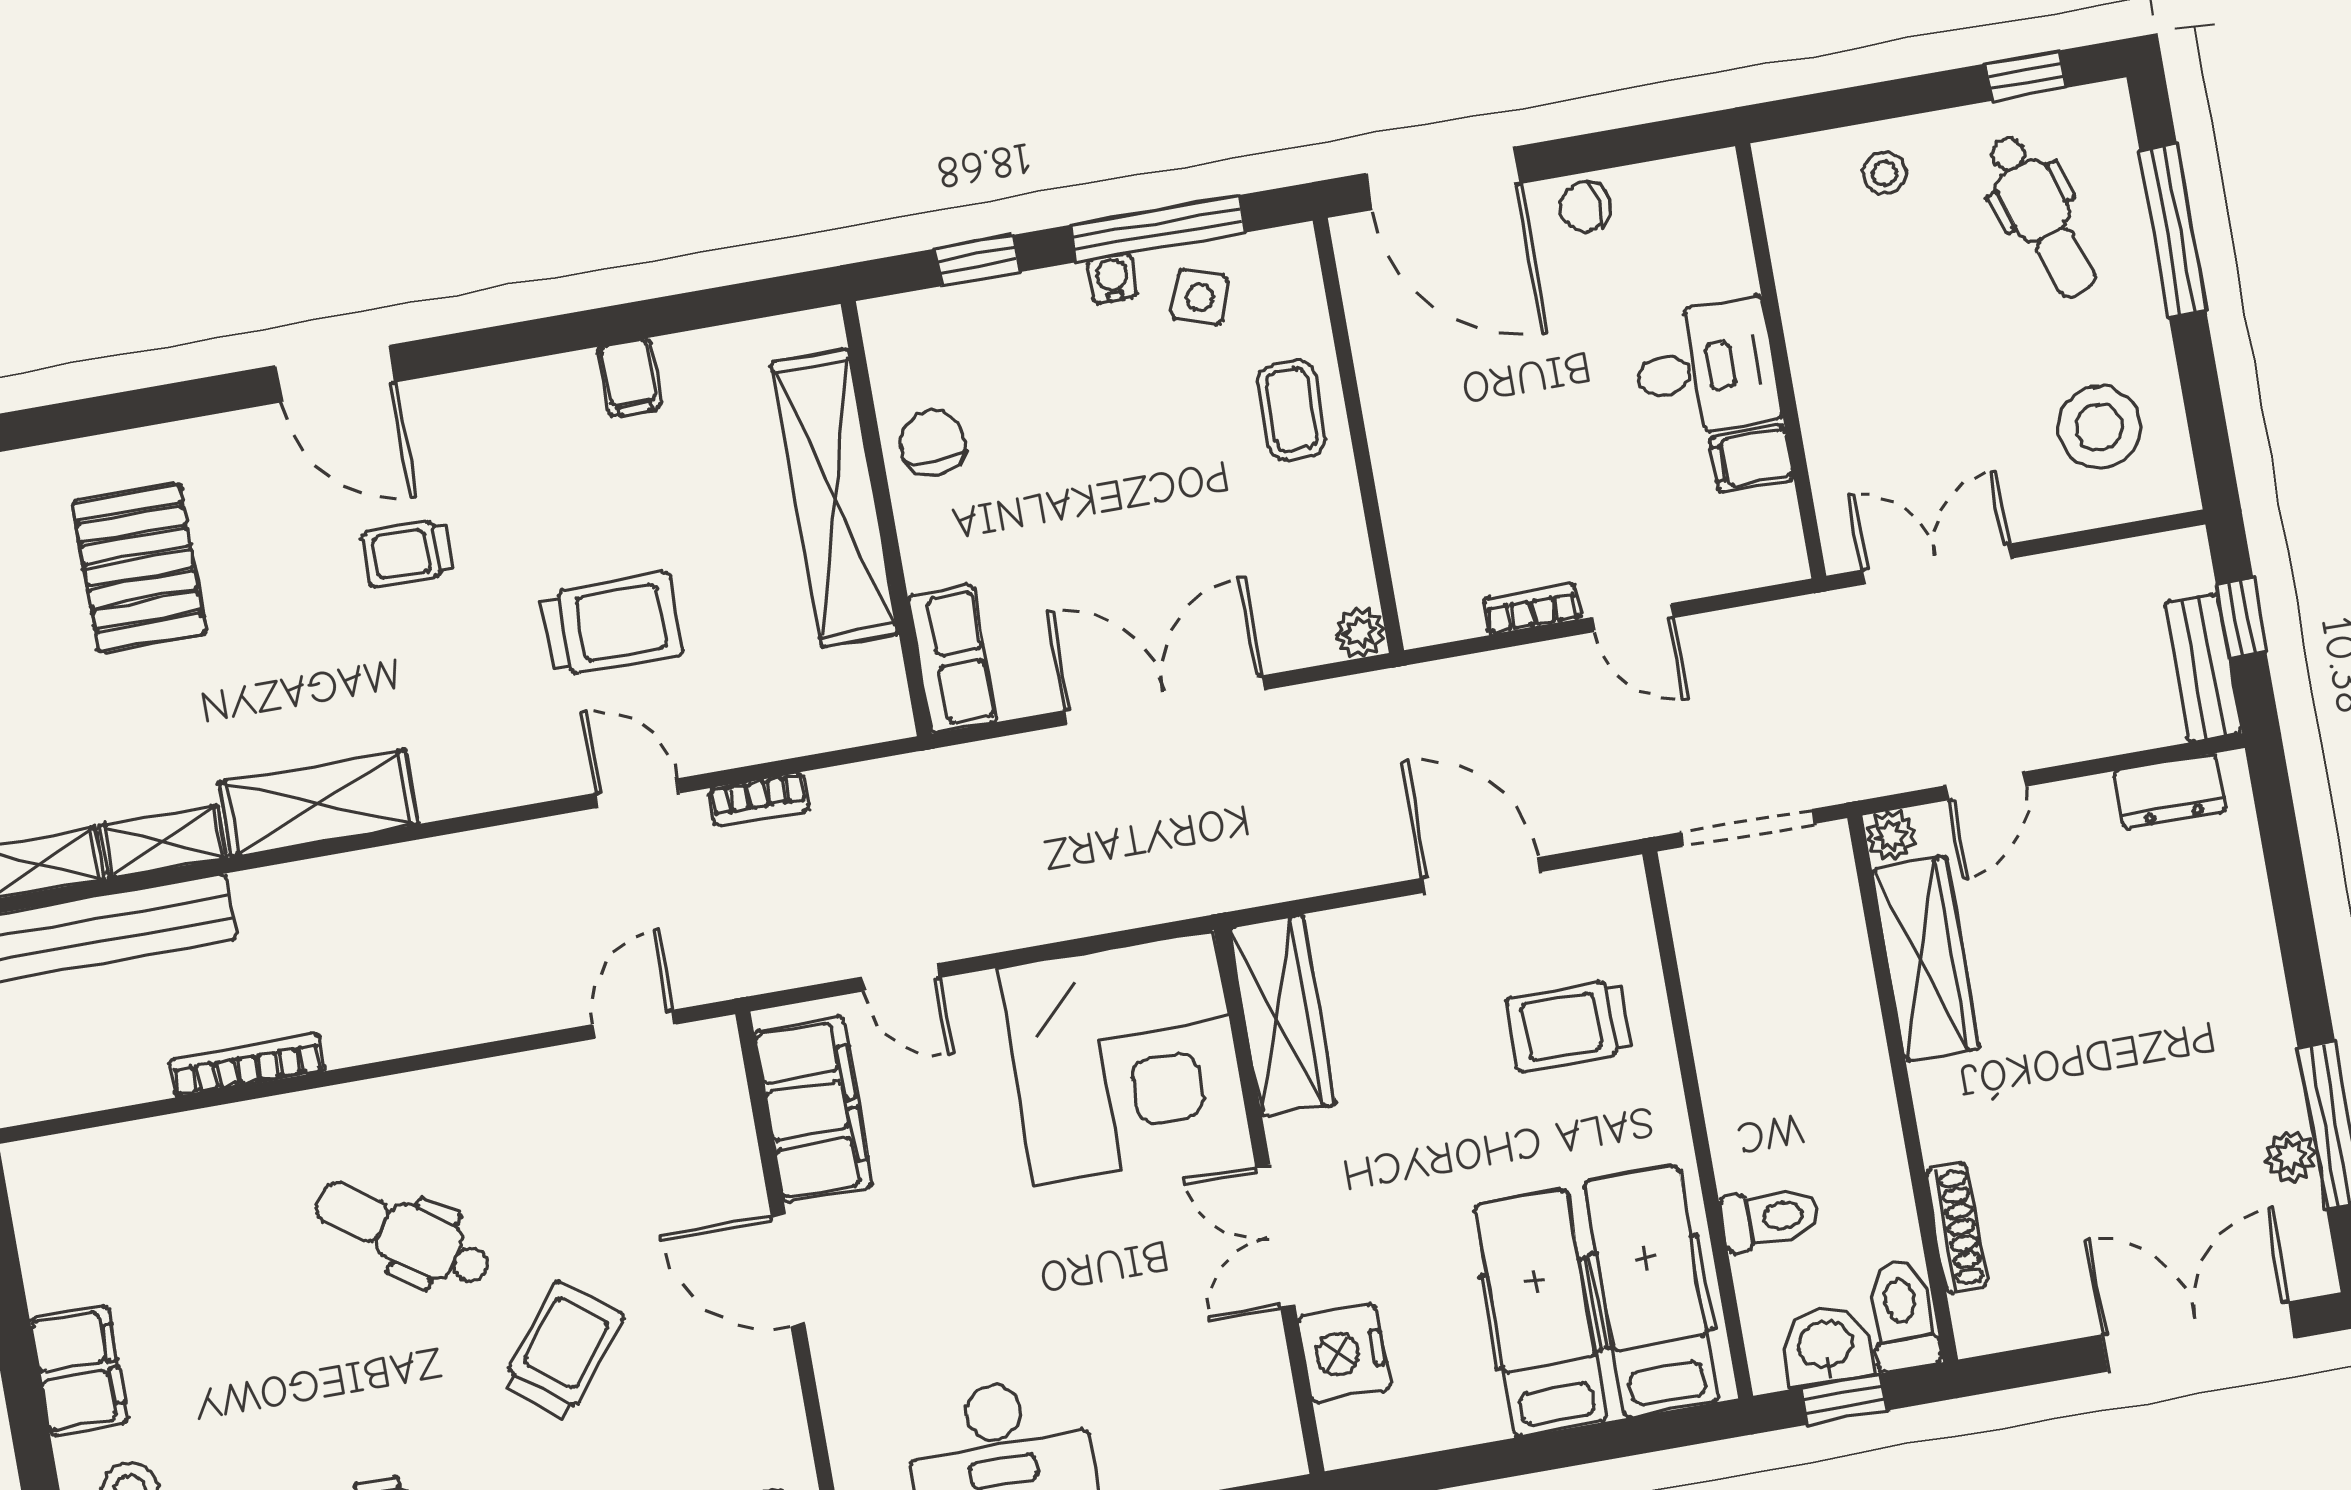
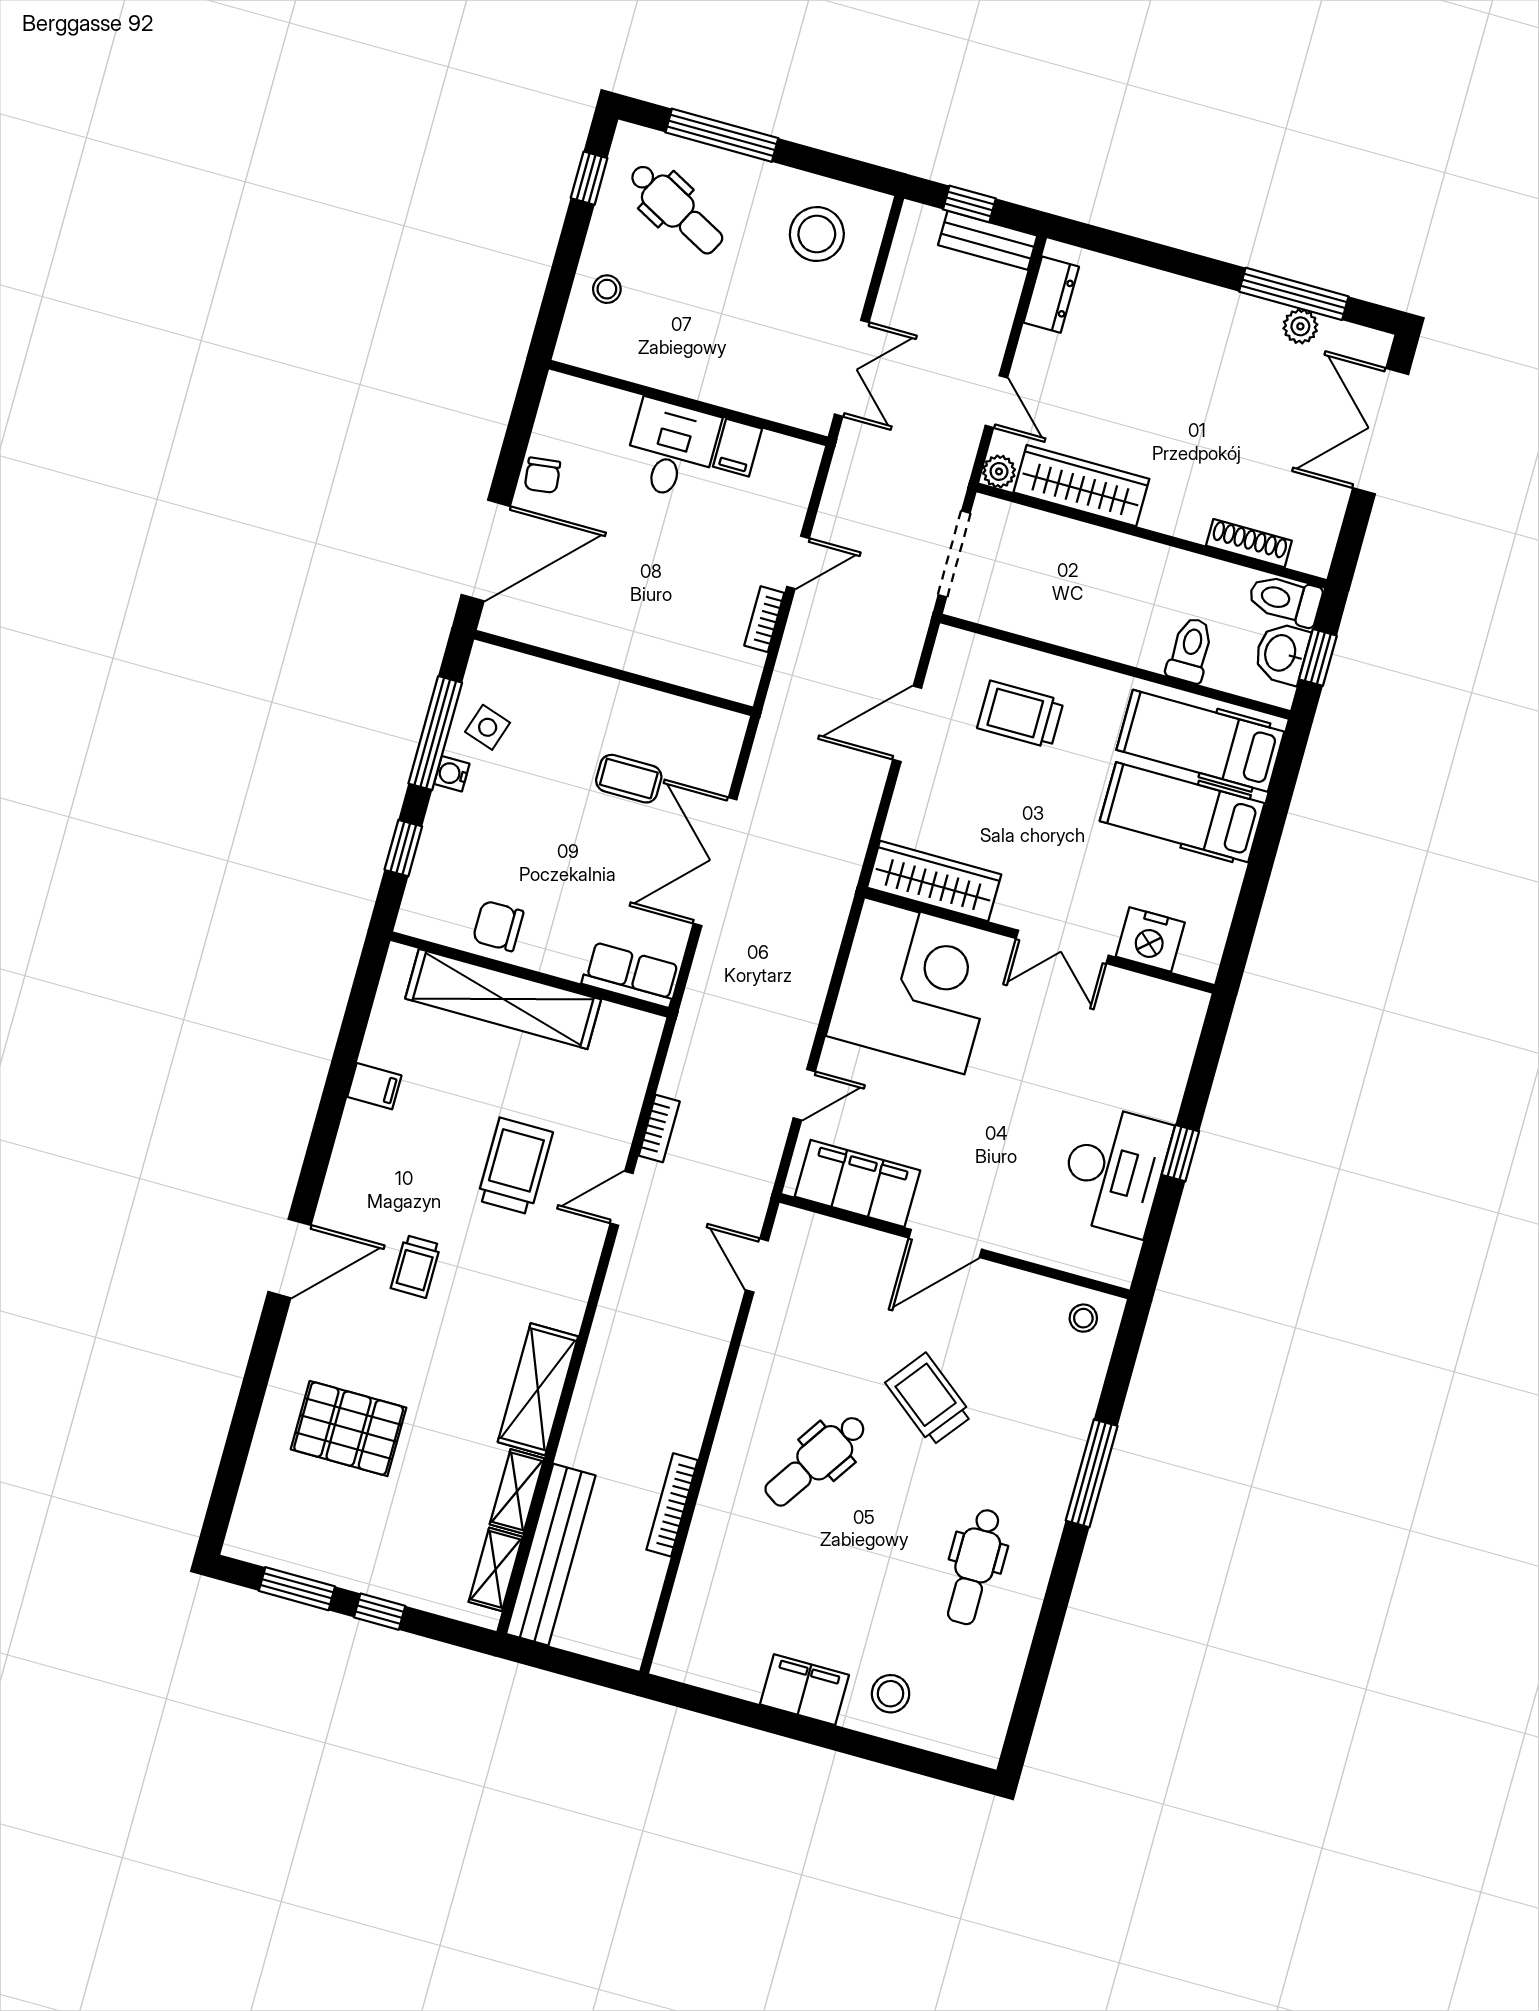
dental chair: (2041, 216) -> (676, 209), turned 46
coffee table: (1291, 410) -> (629, 779), moved
double door: (1937, 564) -> (852, 368), swing flipped
plant: (1360, 633) -> (730, 727), removed
trolley: (1569, 1025) -> (1020, 714), turned 90

